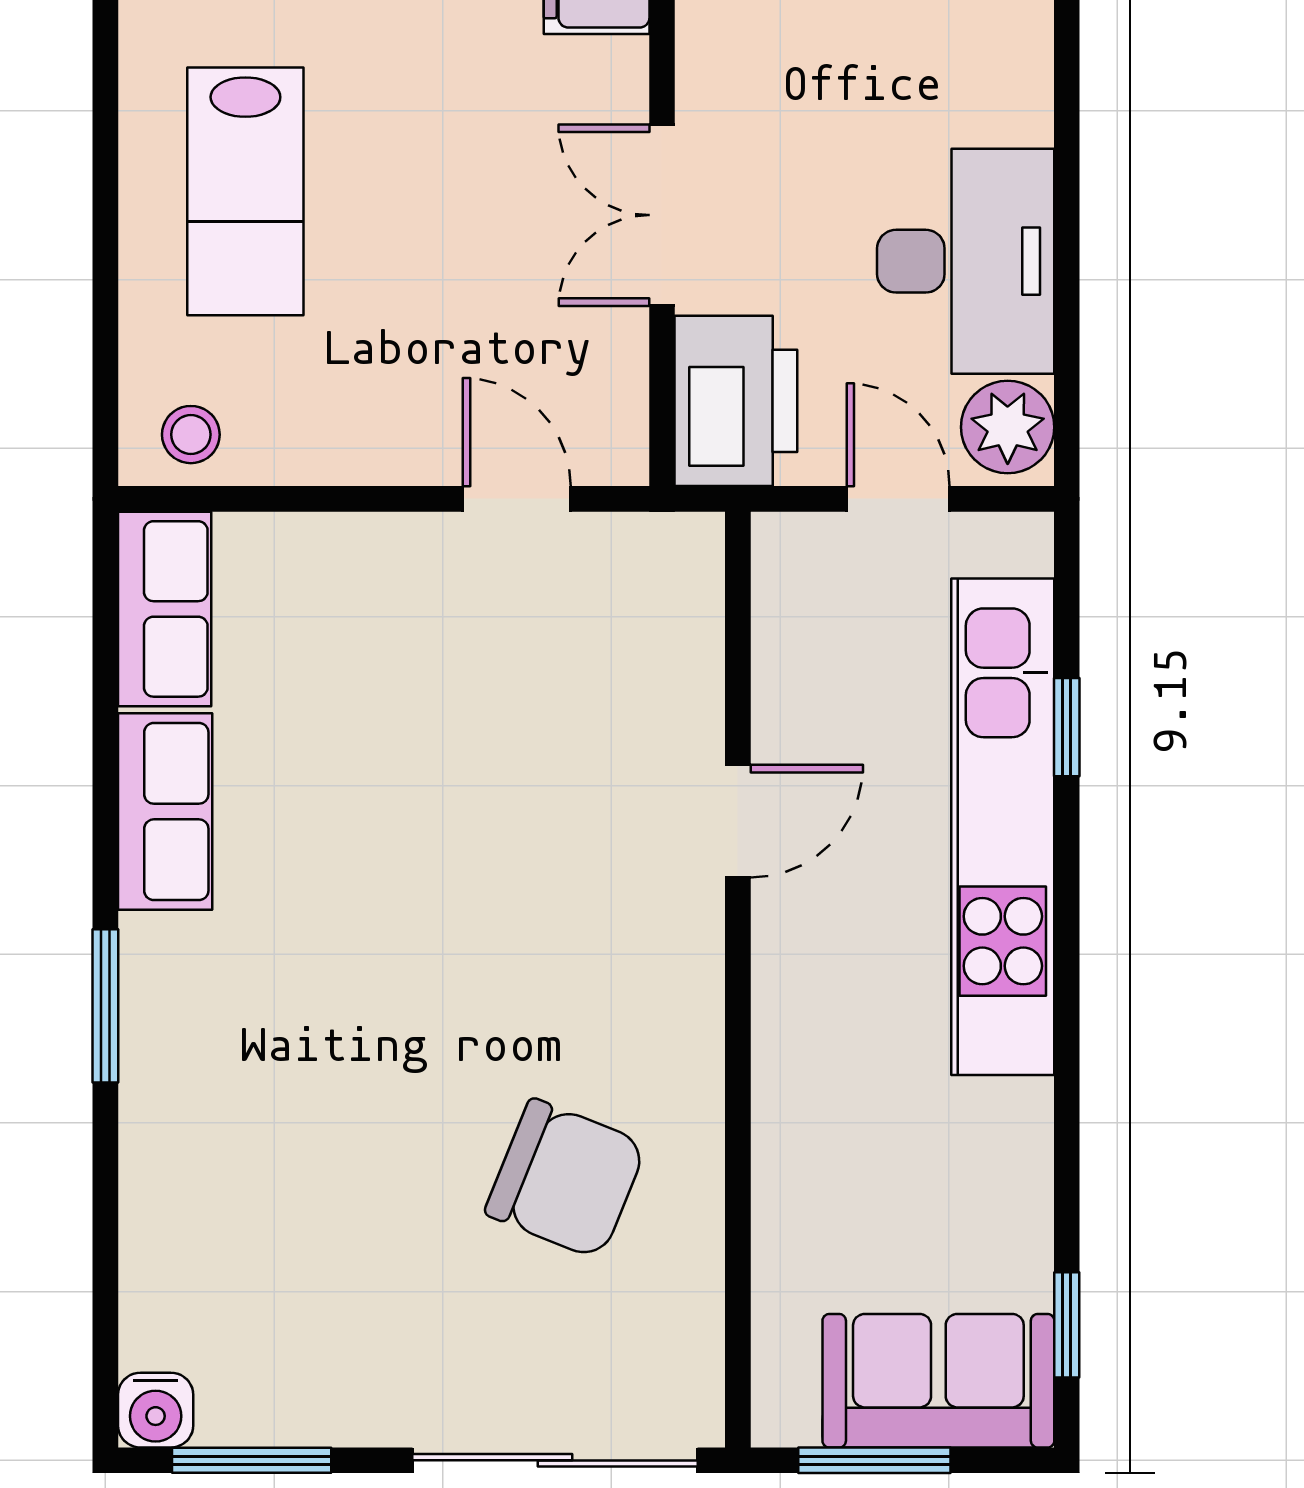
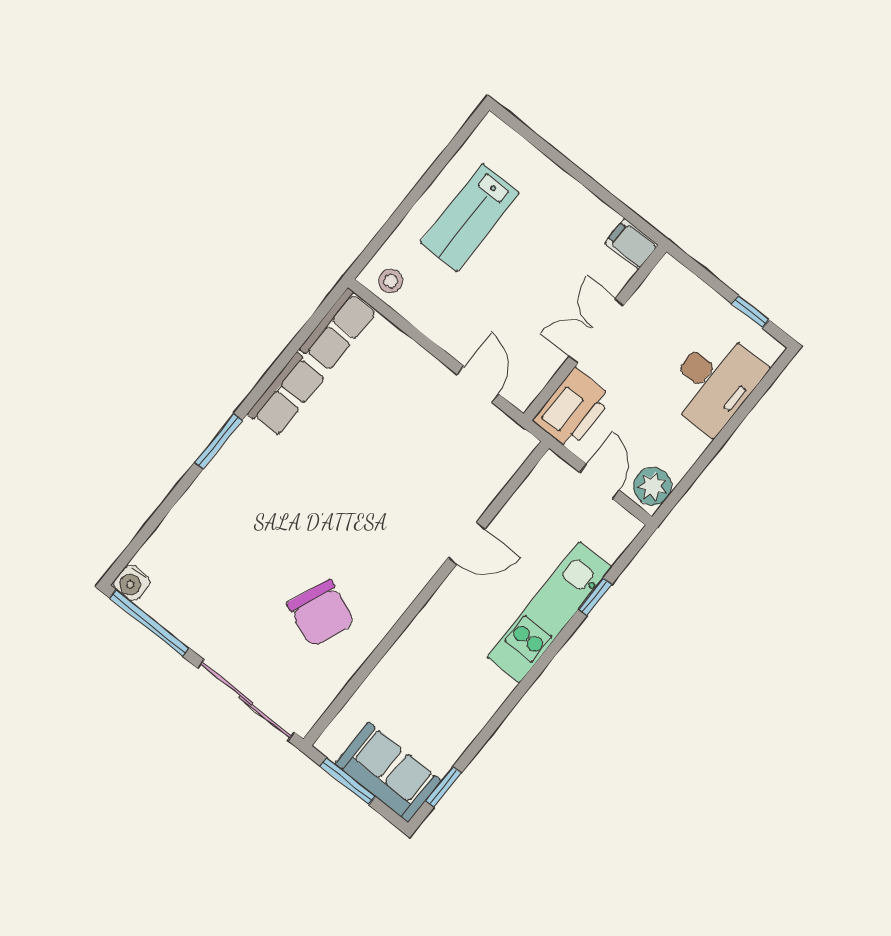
desk: (966, 261) -> (714, 382), moved
kitchen unit: (1003, 827) -> (549, 612), width x0.73
window: (252, 1460) -> (149, 623), width x1.44

